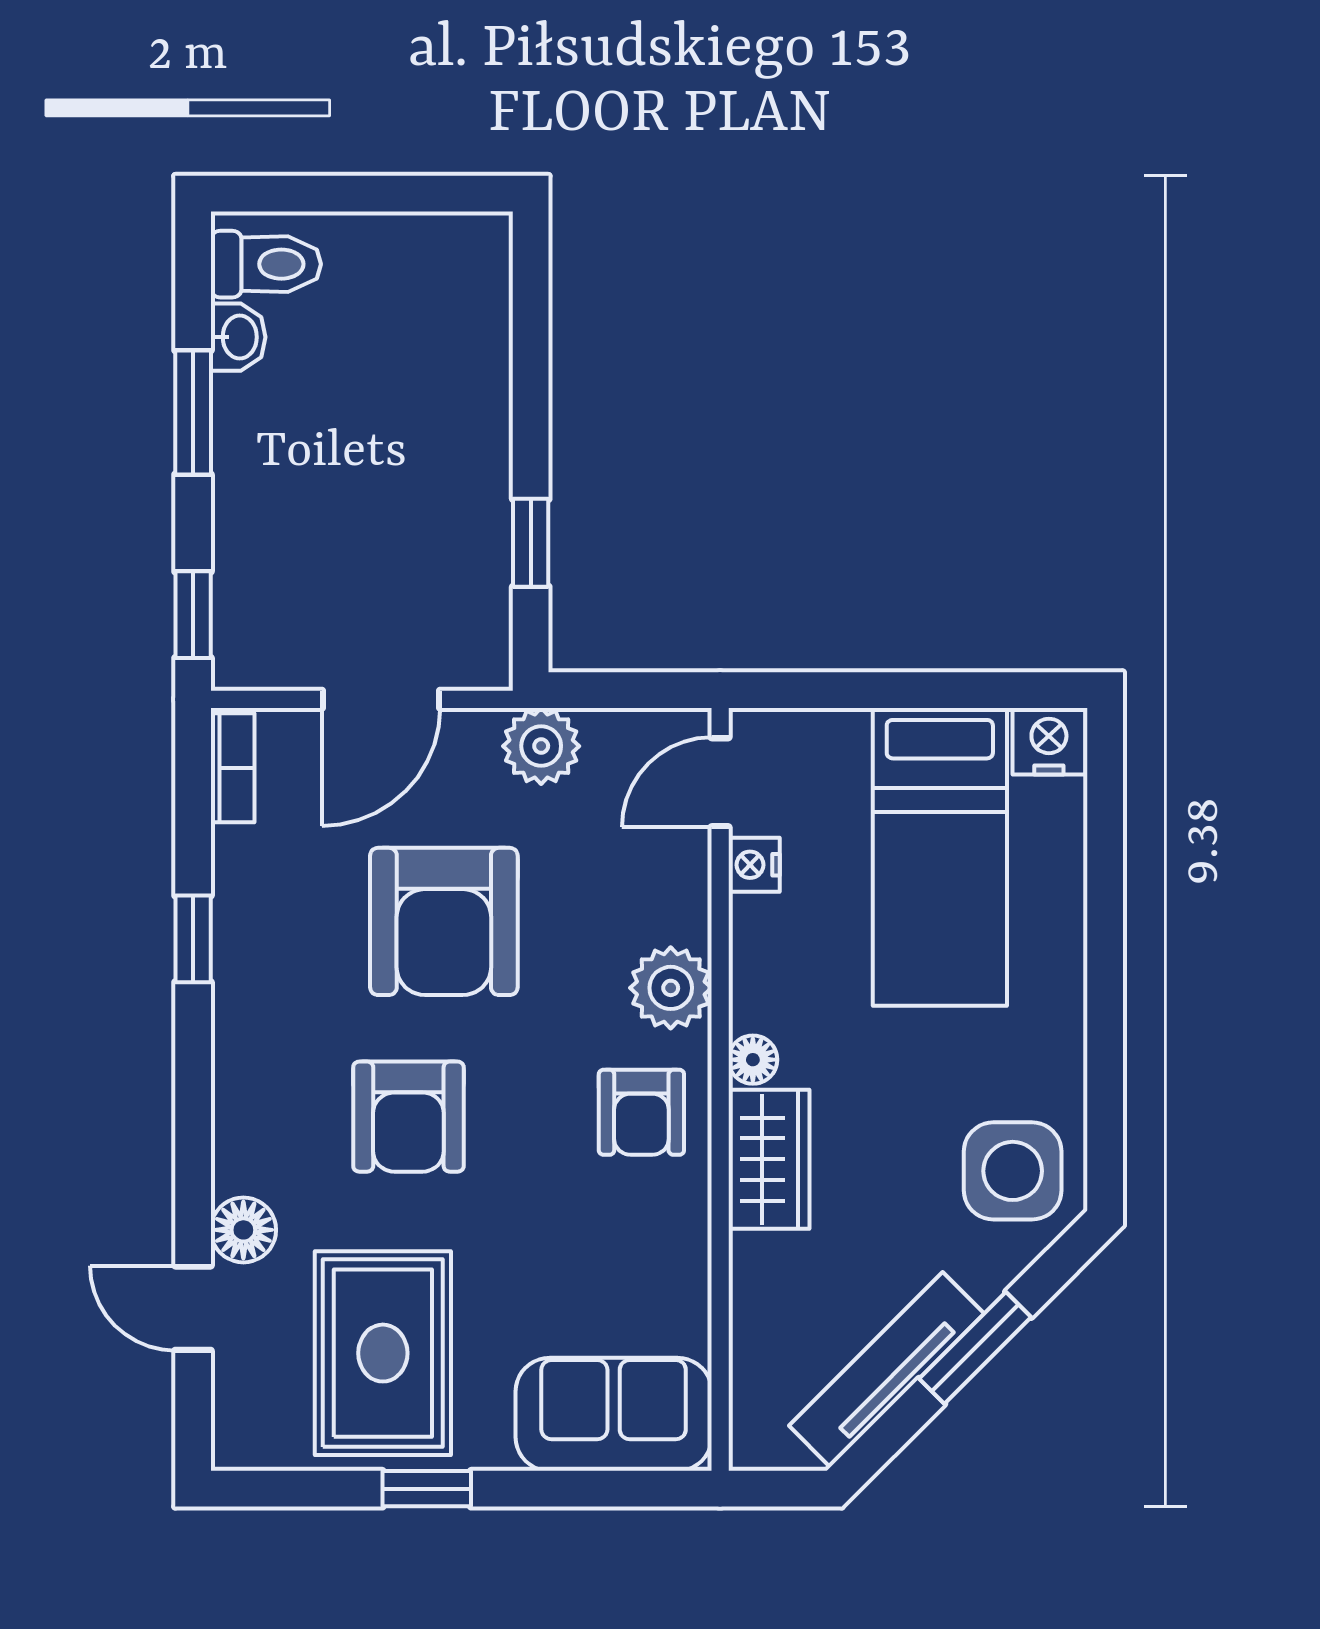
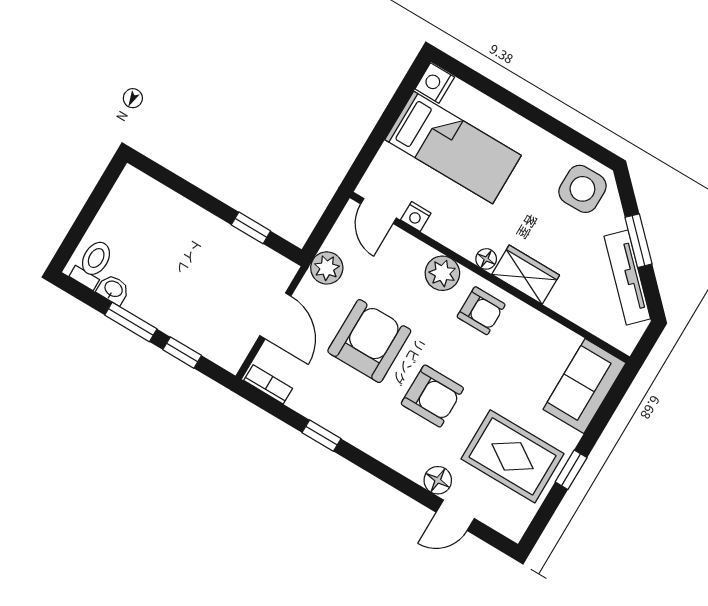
window: (193, 615) -> (182, 353), moved
armchair: (444, 921) -> (369, 341), turned -90

